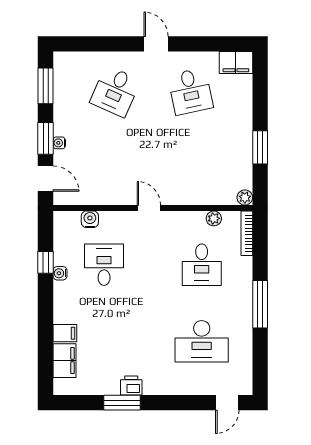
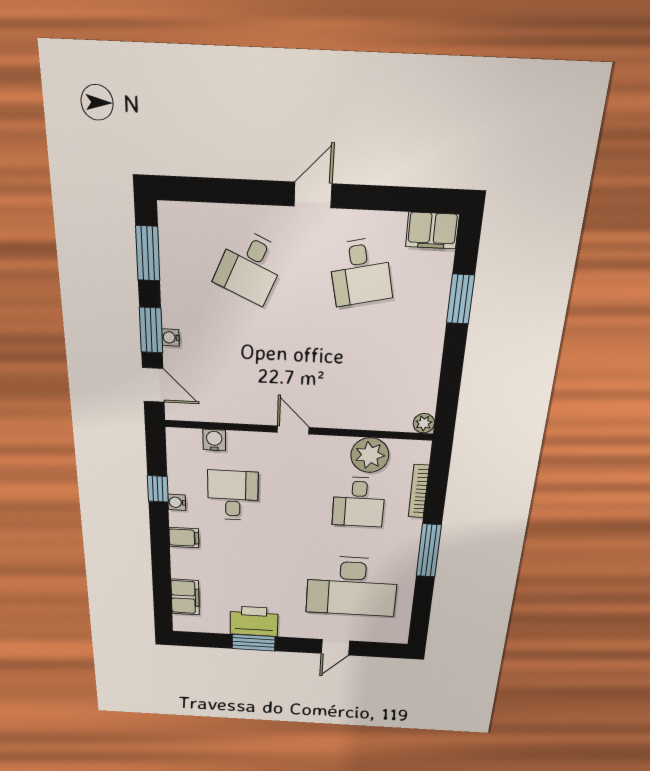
door: (156, 44) -> (313, 195), hinge flipped
window: (260, 147) -> (460, 299), moved
plant: (214, 218) -> (370, 455), width x1.88, depth x1.88
bookcase: (247, 233) -> (419, 491), moved
filing cabinet: (65, 333) -> (184, 538), moved
desk: (202, 341) -> (352, 586), width x1.36, depth x1.30
printer: (131, 385) -> (254, 621), width x1.87, depth x1.48
door: (227, 403) -> (335, 647), moved

